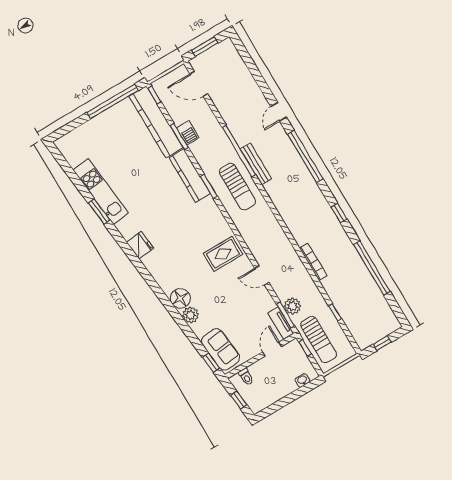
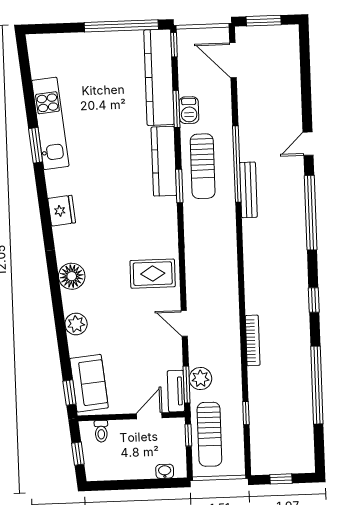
sun lounger: (237, 187) -> (203, 166), moved
floor lamp: (180, 298) -> (72, 276), moved

